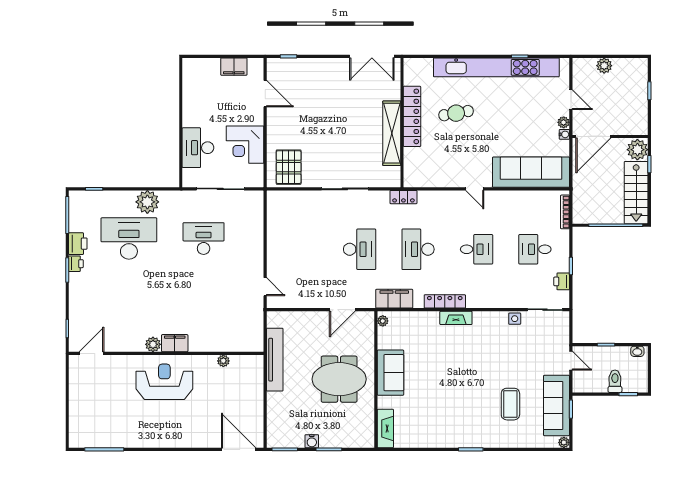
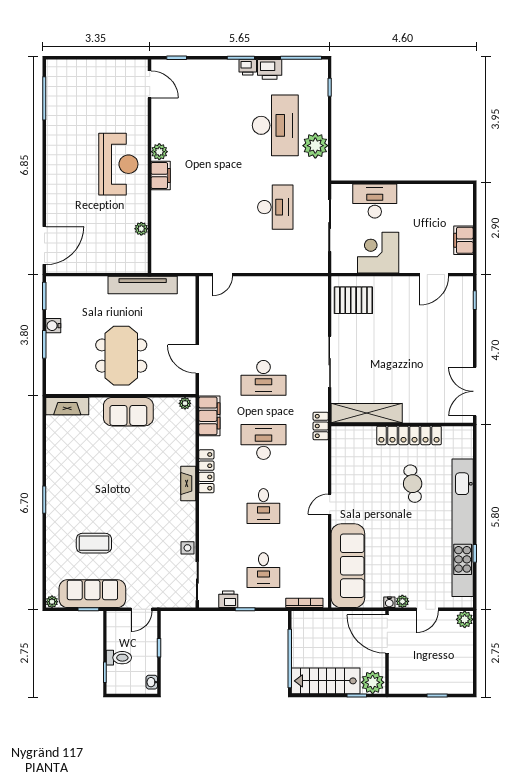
plant: (604, 66) -> (465, 619), moved
shelving: (392, 133) -> (367, 413), moved
desk: (535, 249) -> (263, 570), turned 180

